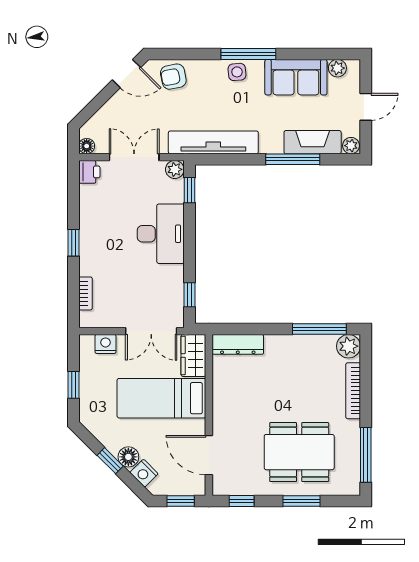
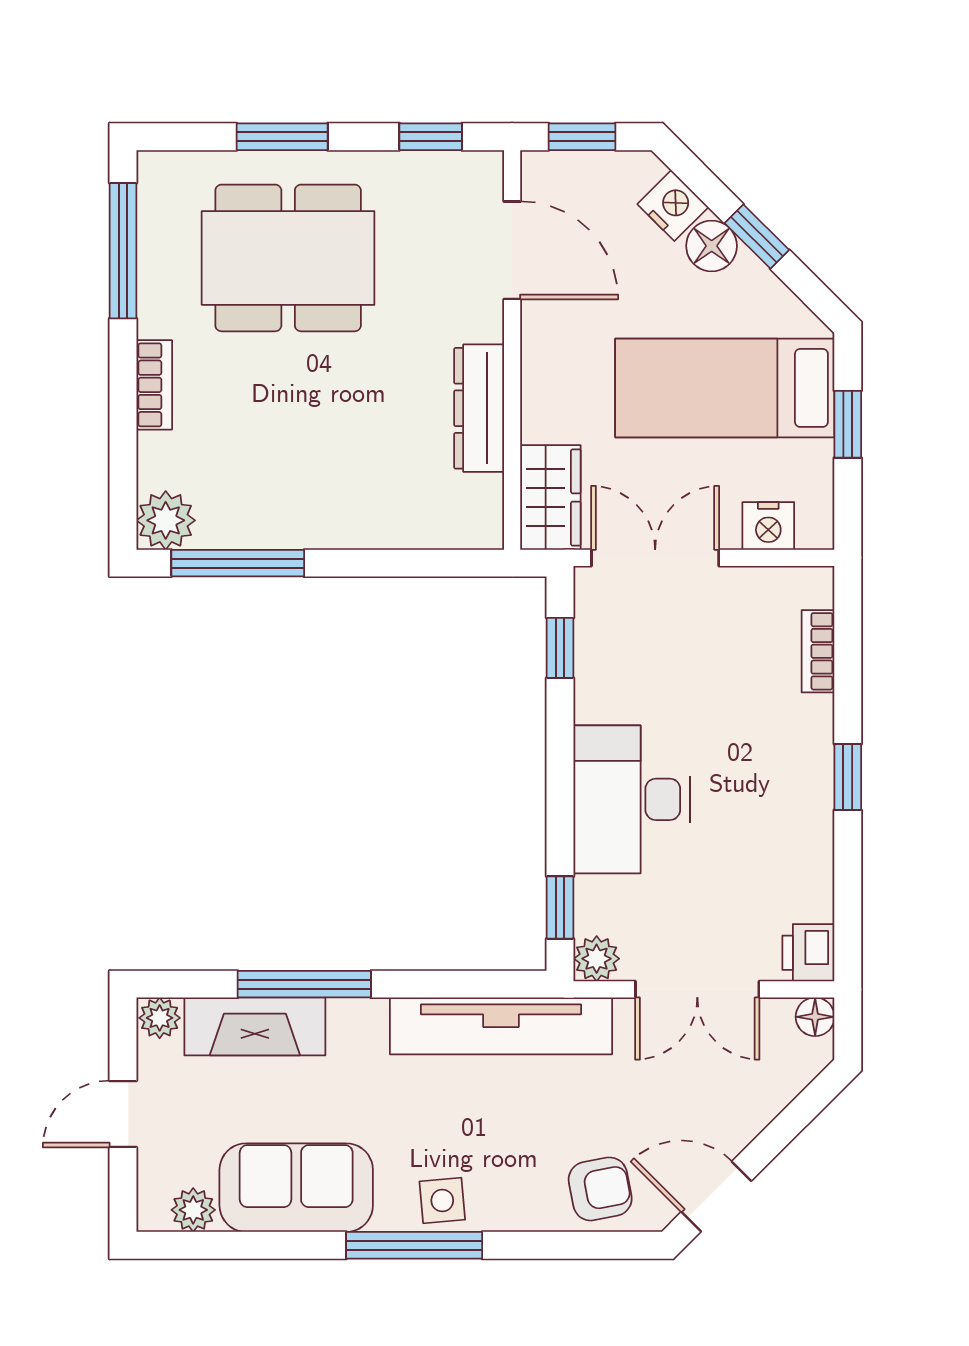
dresser: (238, 344) -> (479, 408), moved, turned -90
bookcase: (353, 391) -> (154, 385), width x0.64
bed: (161, 398) -> (725, 388), moved, turned 180

